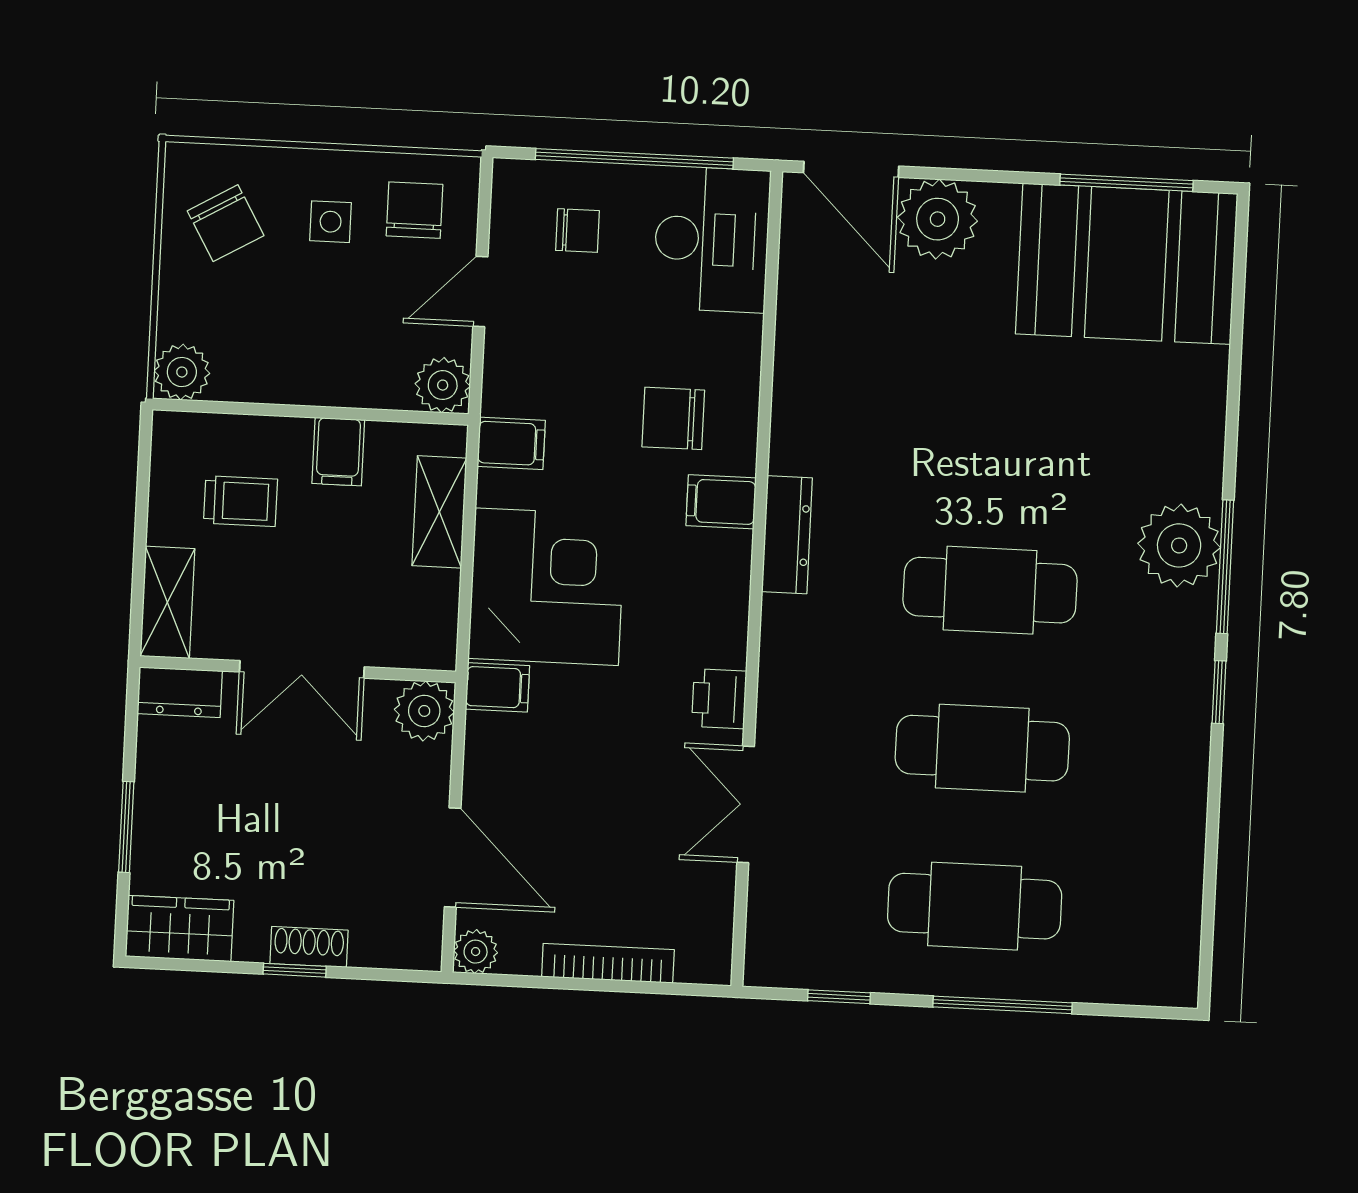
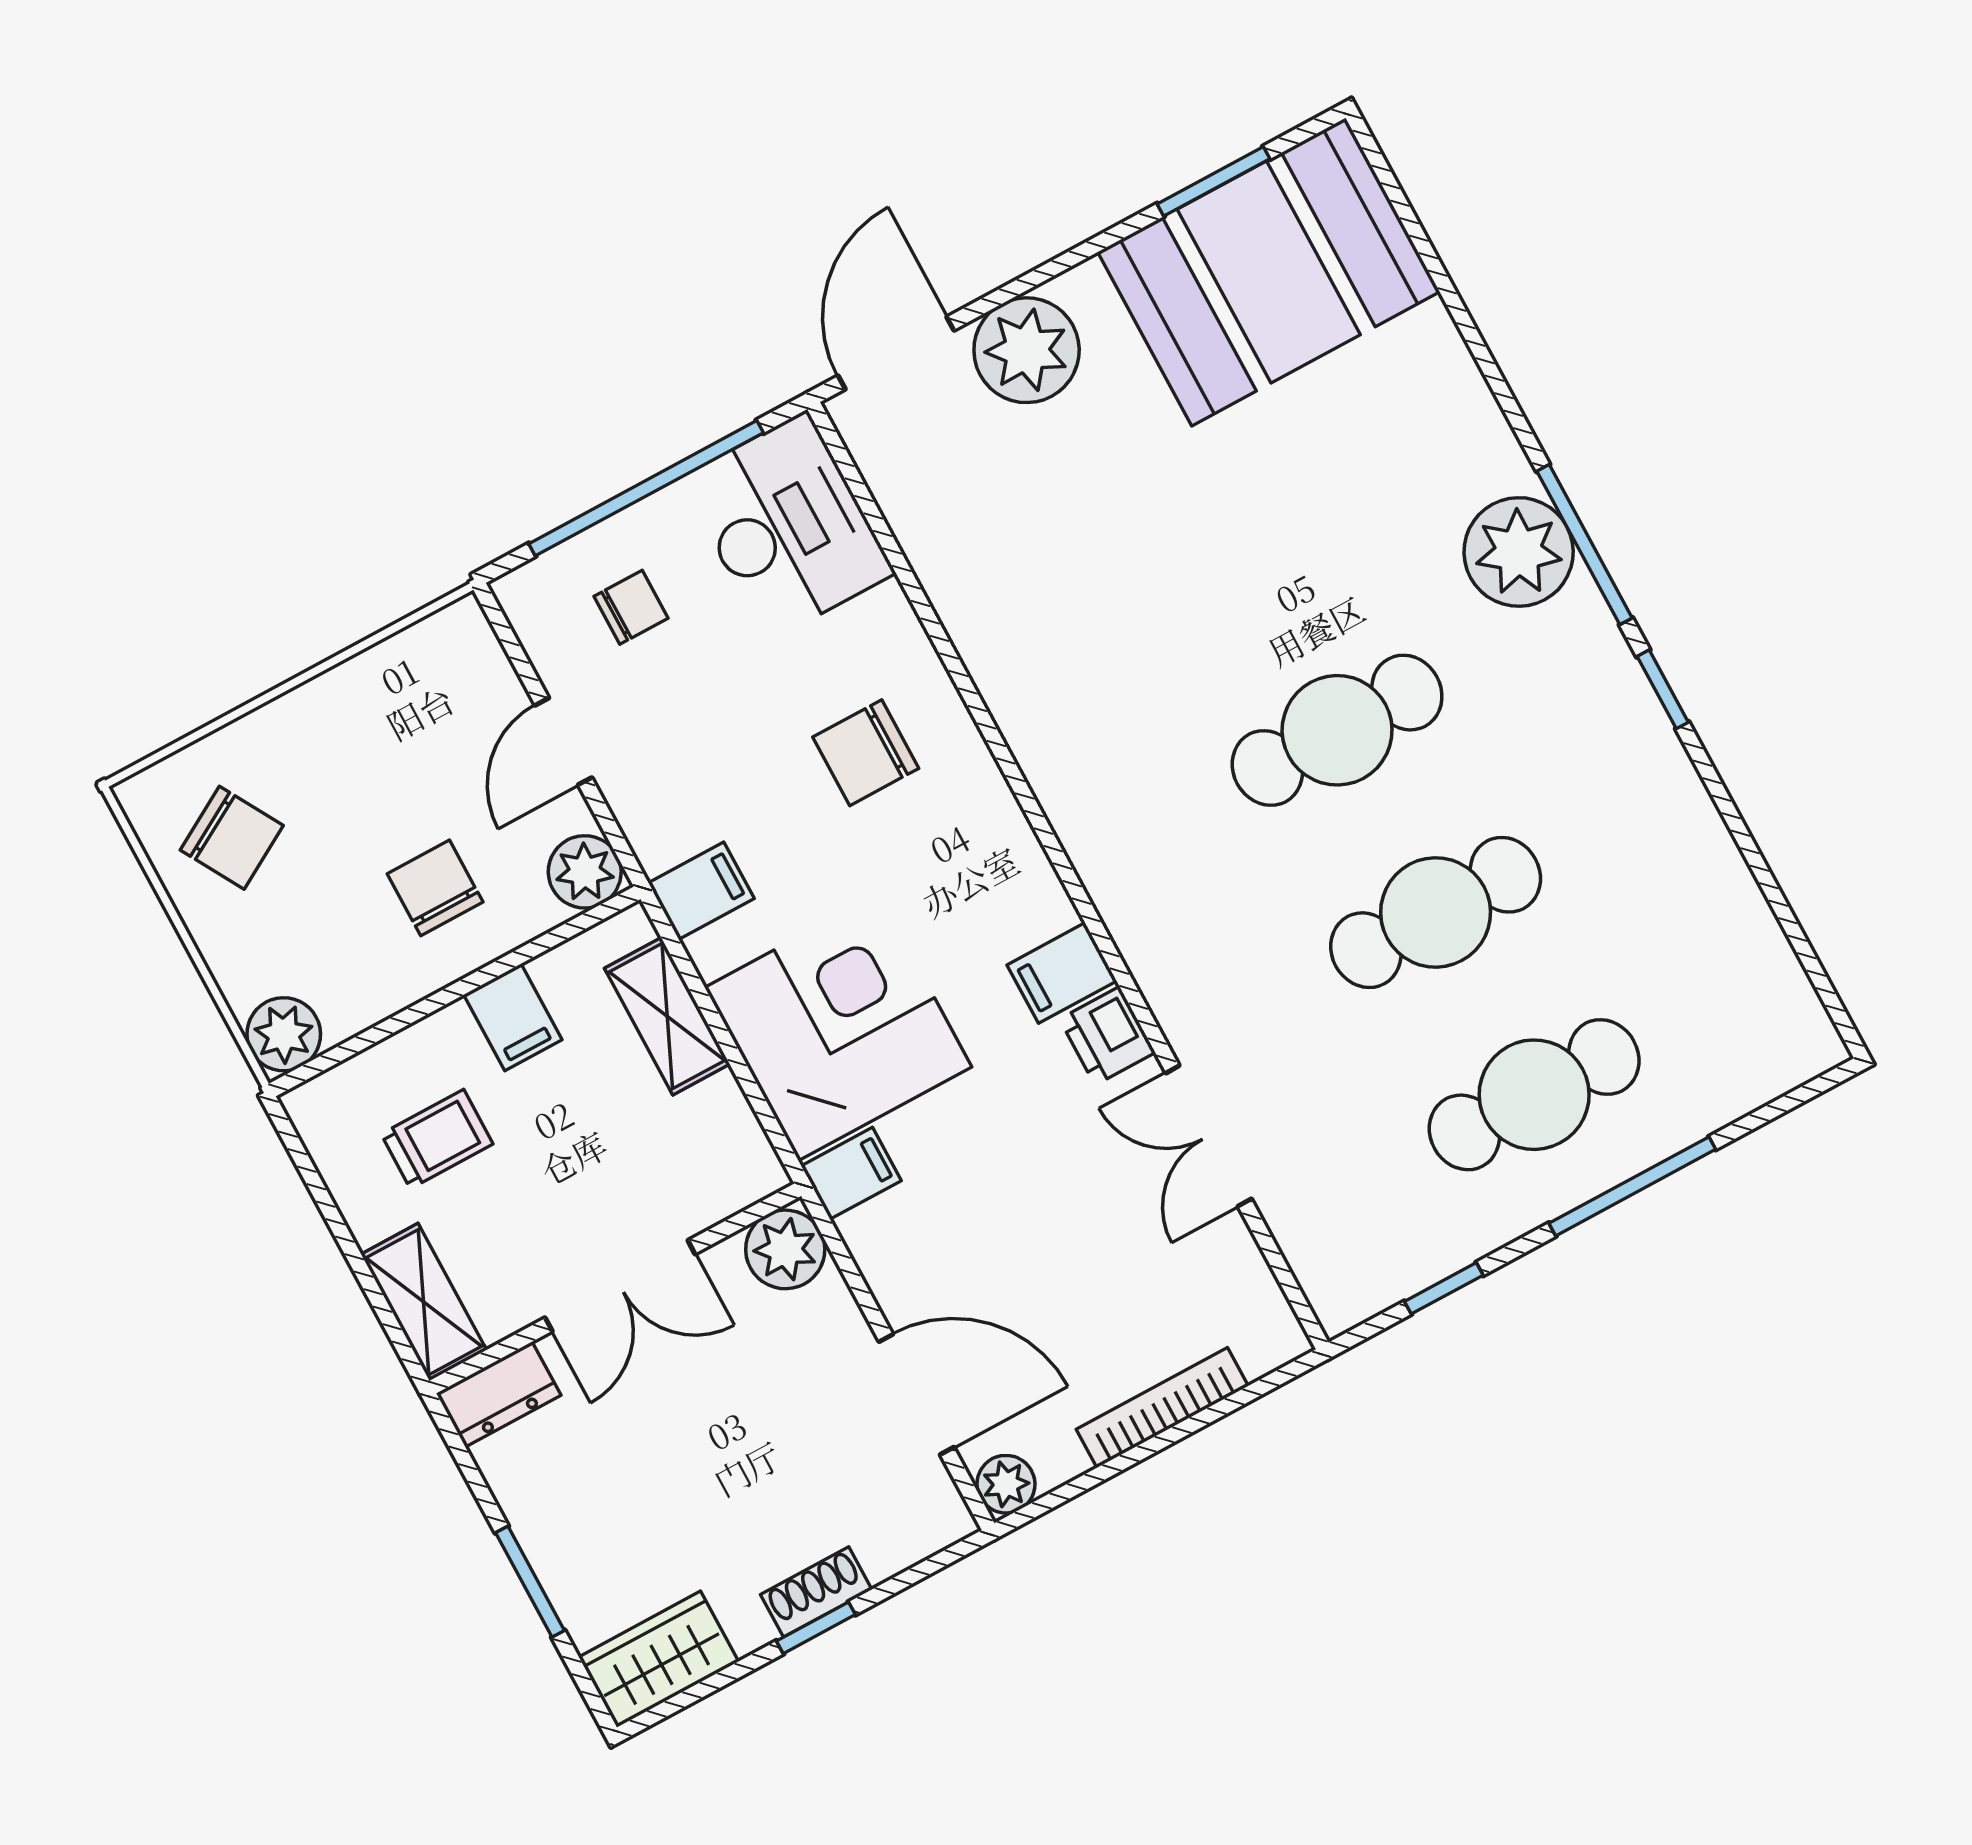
door: (851, 169) -> (896, 353), swing flipped
window: (1126, 183) -> (1214, 181), width x0.69
chair: (415, 210) -> (435, 888), moved
side table: (331, 222) -> (348, 765), removed
filing cabinet: (721, 502) -> (1062, 973), moved
dresser: (787, 535) -> (1072, 806), removed

